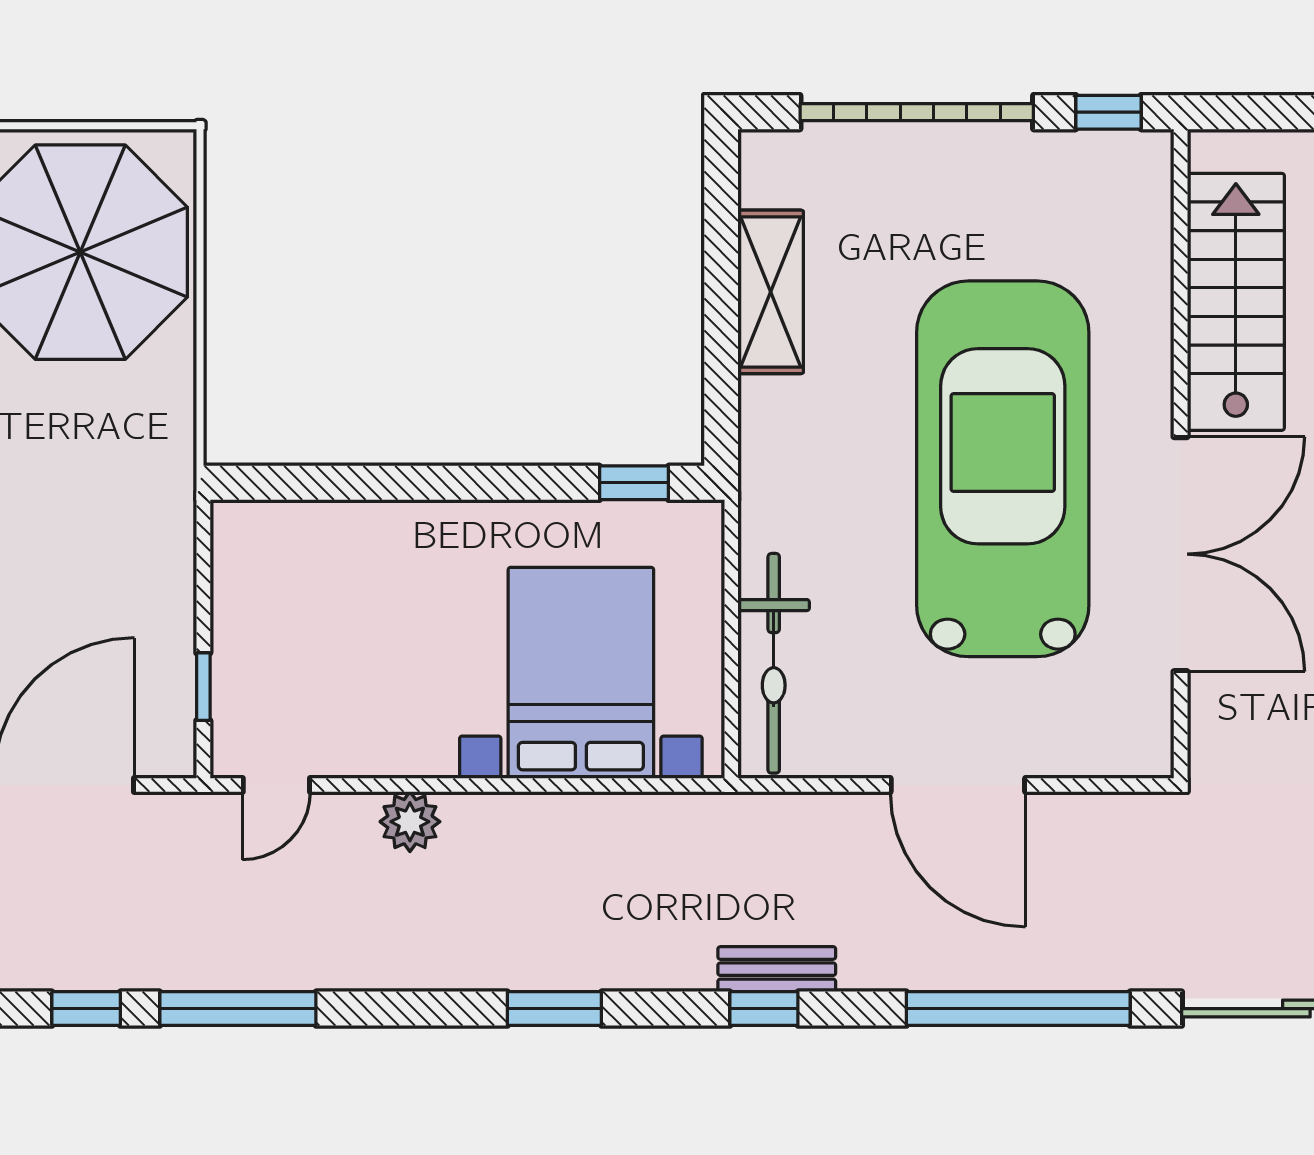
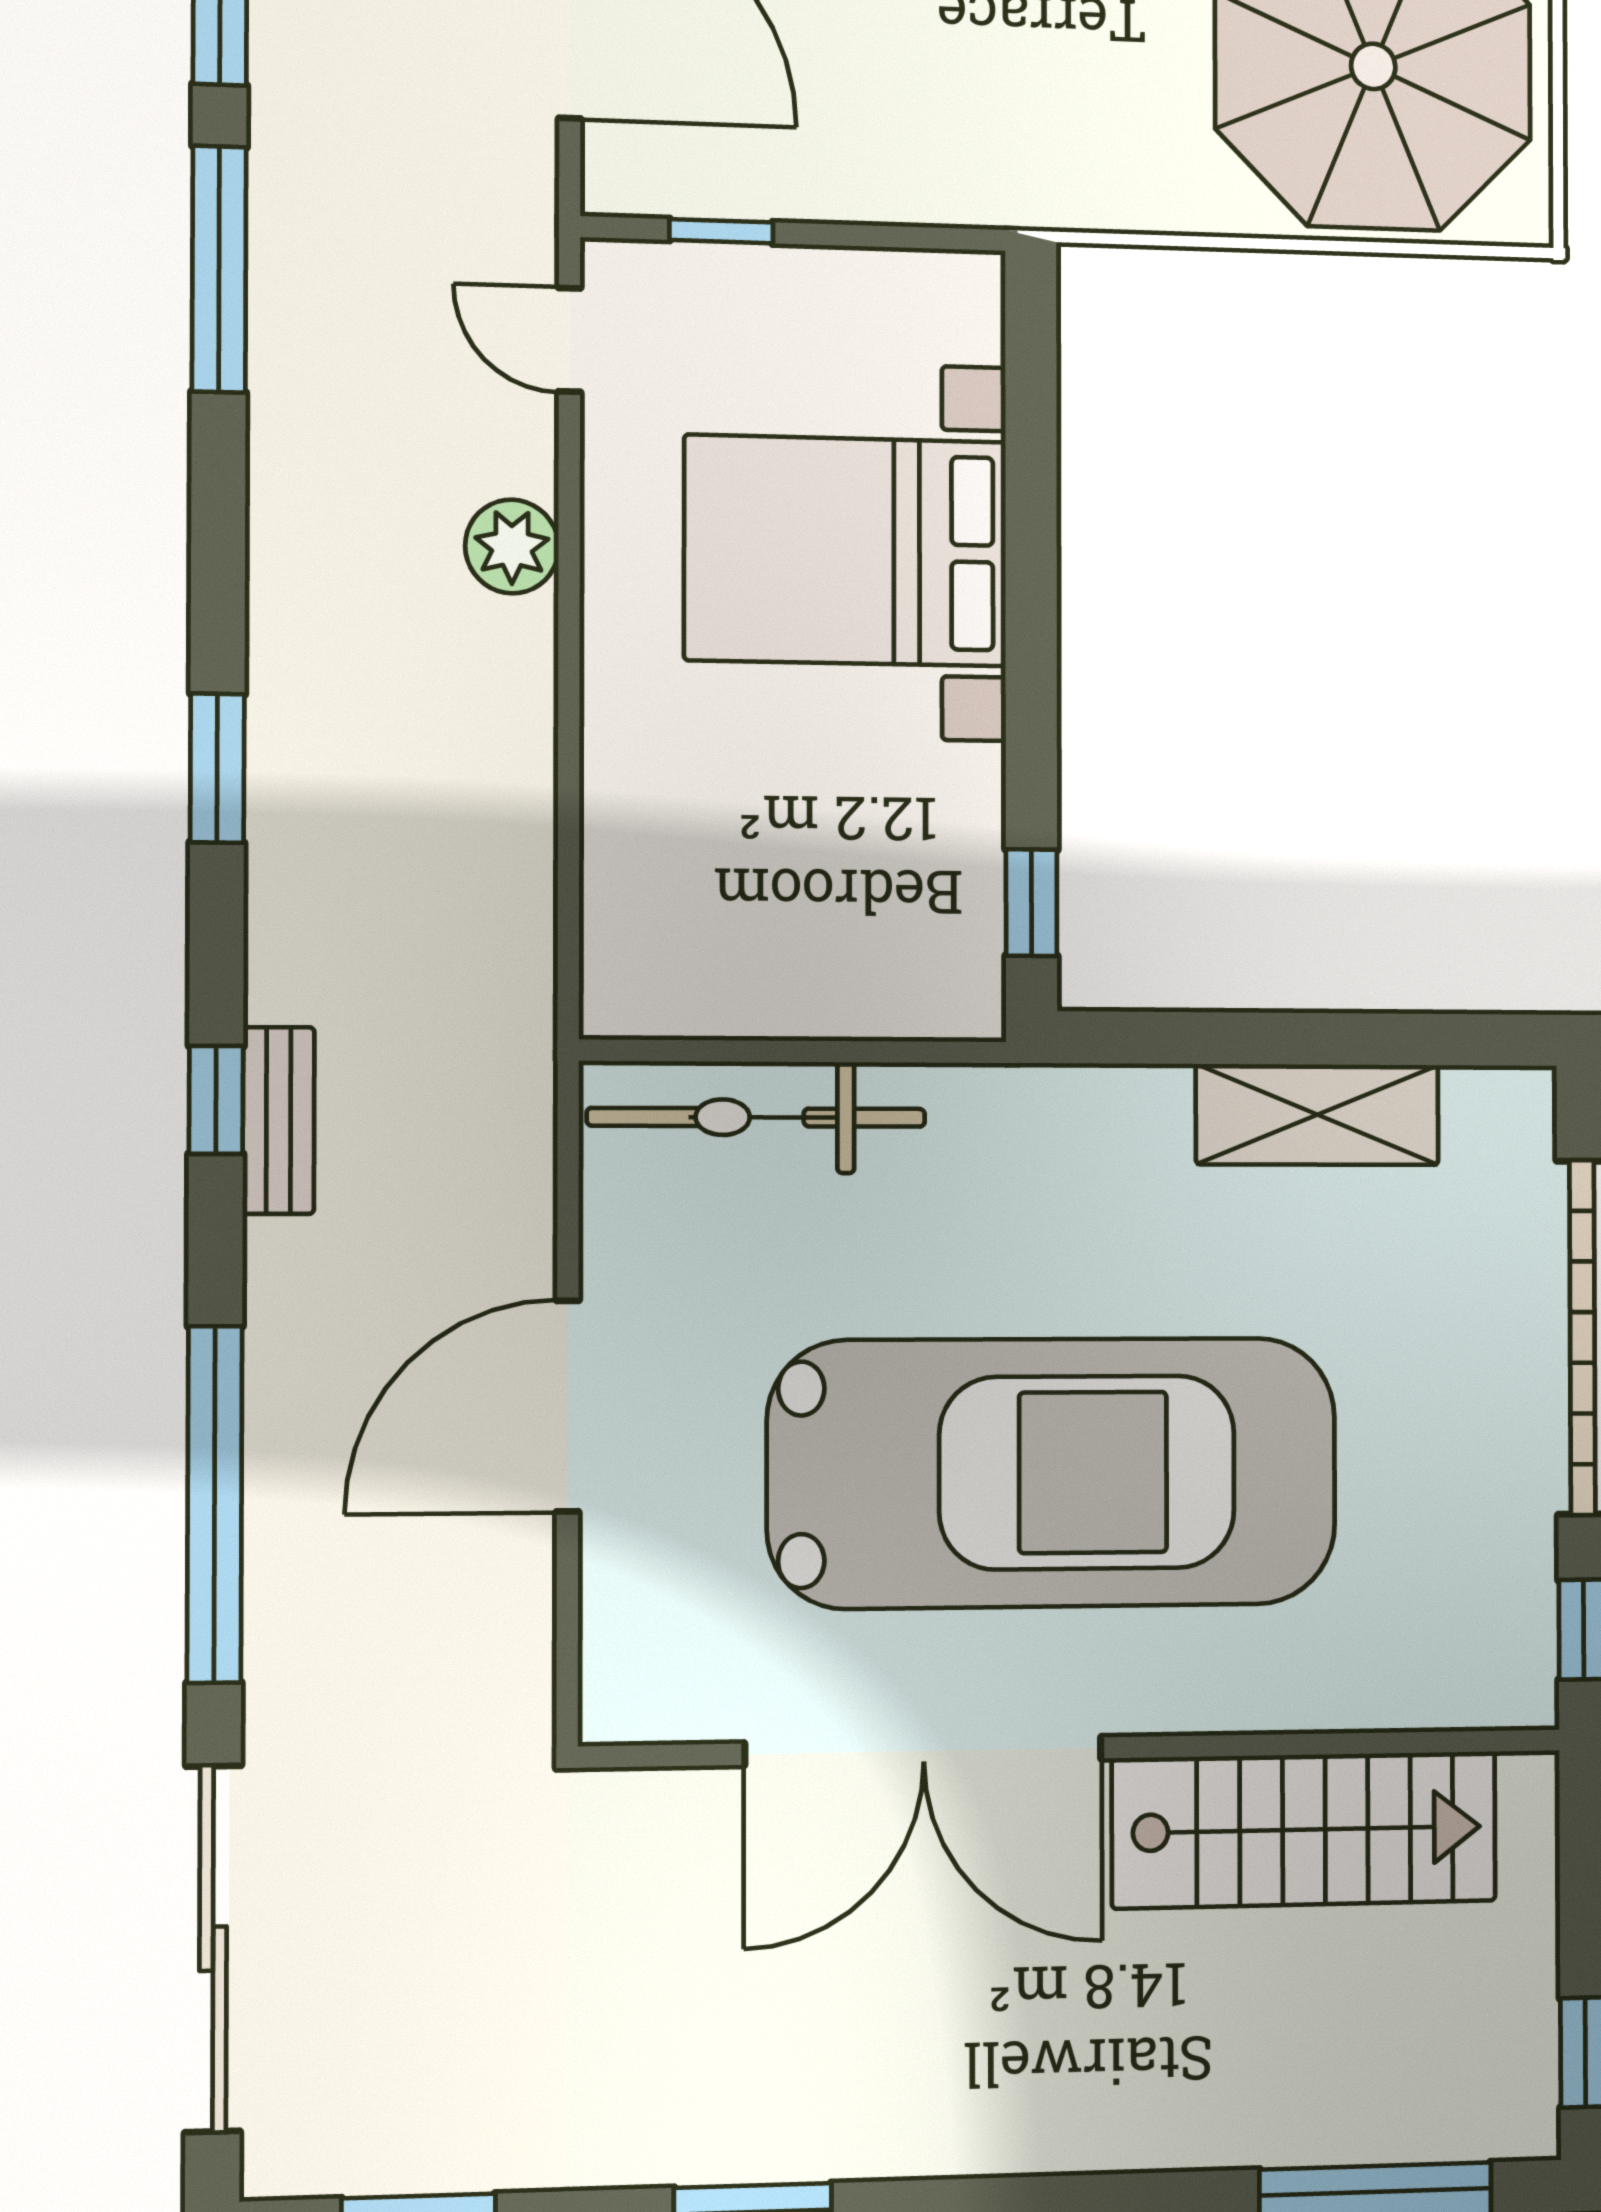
bed with nightstands: (581, 673) -> (846, 551), moved, turned 180

